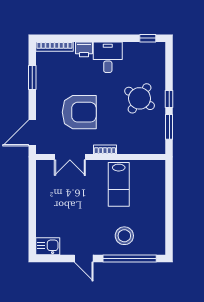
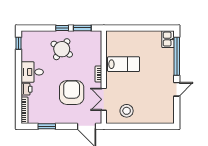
double door: (70, 157) -> (104, 99), swing flipped
stool: (124, 236) -> (127, 111), moved
kitchen sink: (48, 246) -> (168, 39), moved

